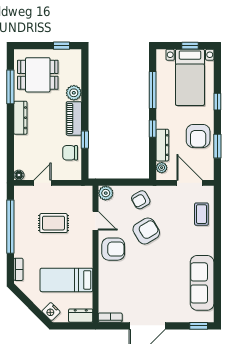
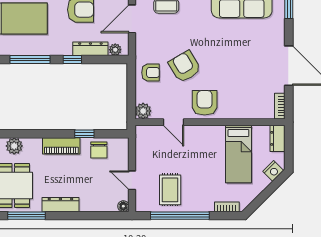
plant: (74, 93) -> (14, 146), moved
armchair: (141, 200) -> (150, 73), turned -61
door: (96, 221) -> (174, 122), swing flipped
rug: (54, 223) -> (170, 190), moved

